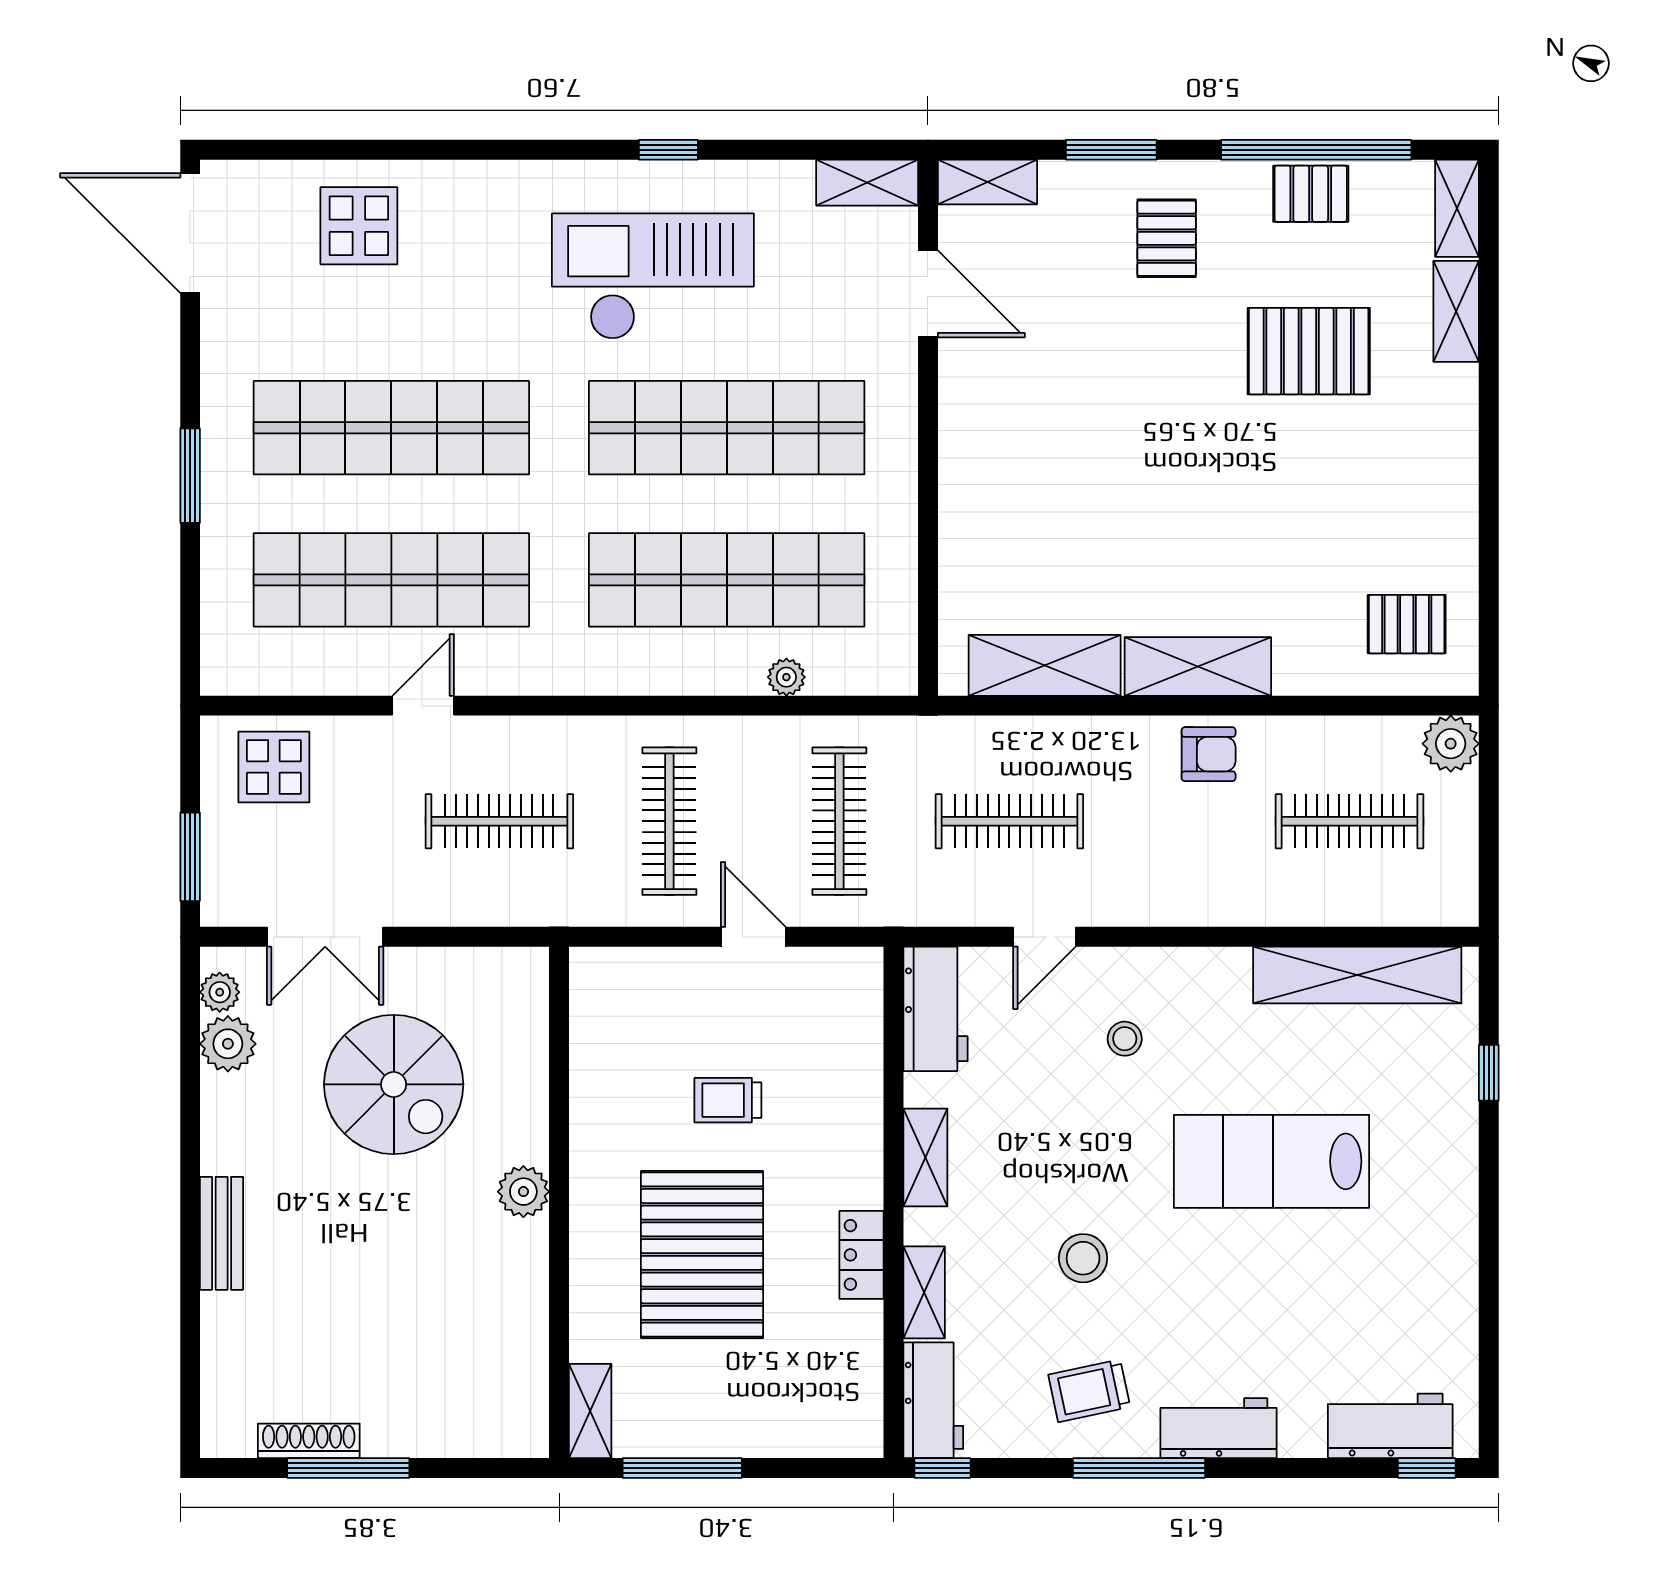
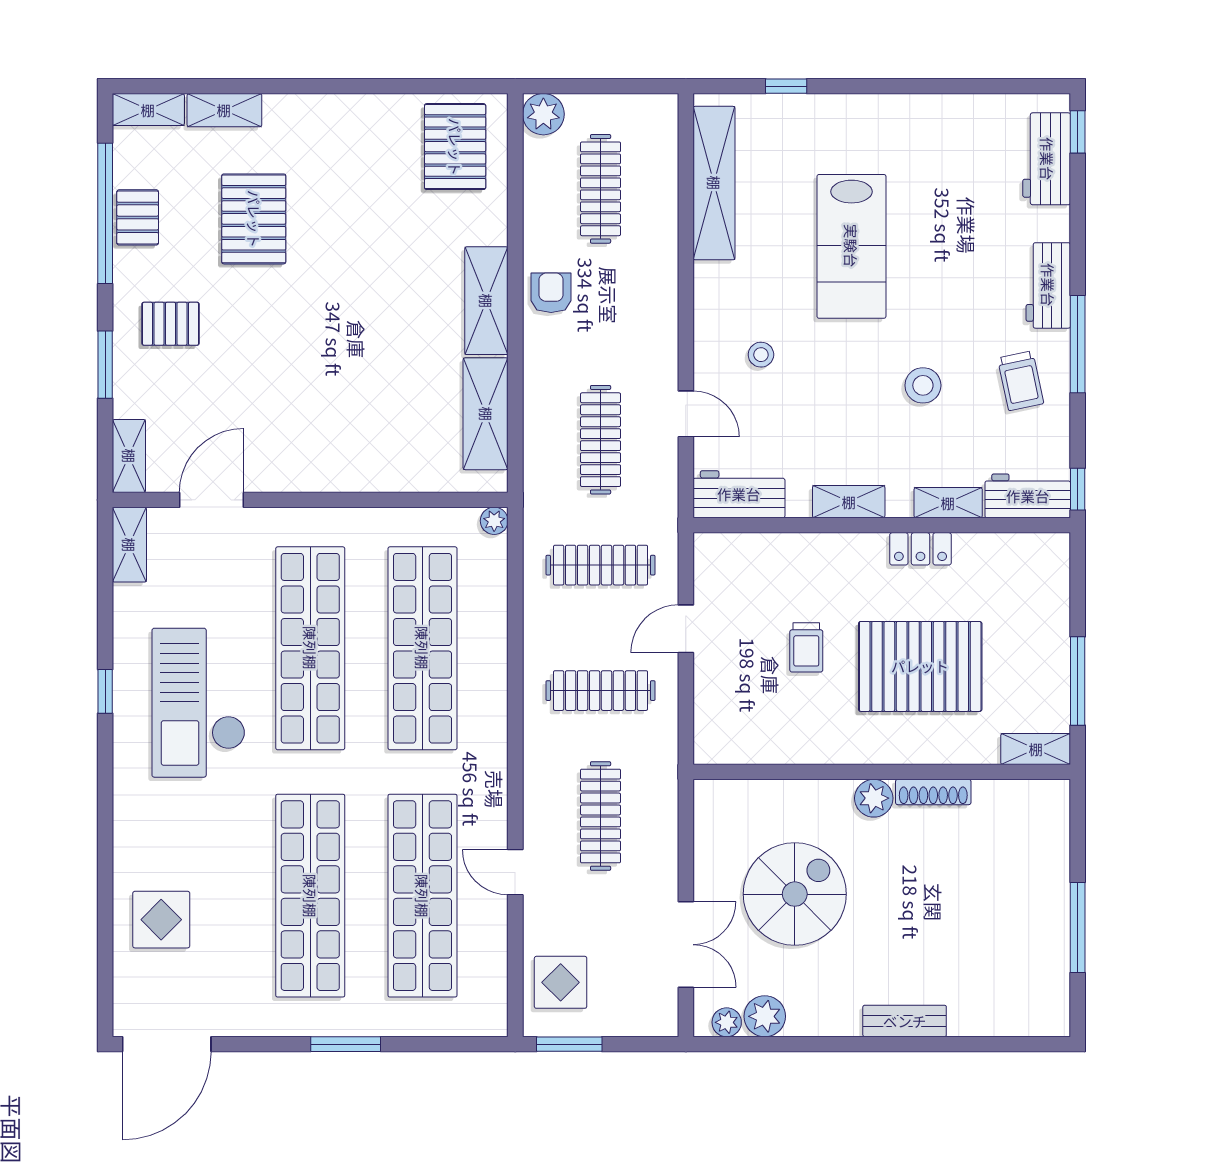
pallet: (1407, 624) -> (455, 147), width x1.50, depth x1.42
plant: (786, 677) -> (494, 521), moved
window: (190, 857) -> (569, 1044), moved
shoe rack: (309, 1441) -> (933, 792), moved, turned -90

